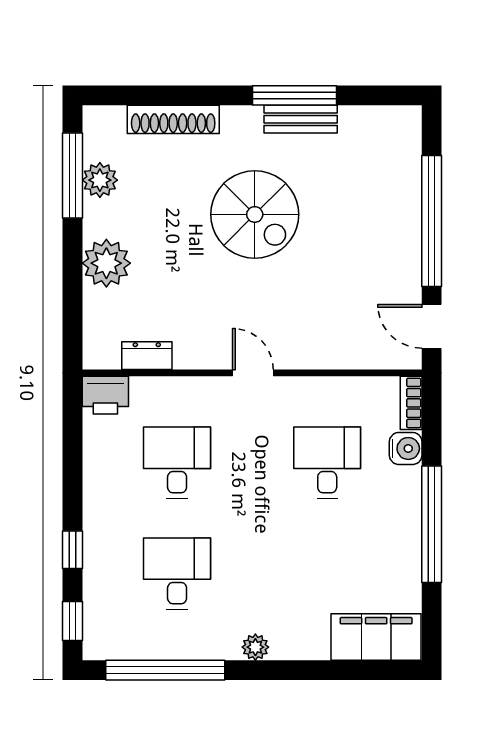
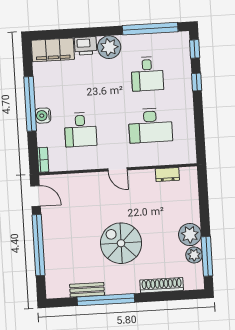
window: (295, 95) -> (106, 300), width x1.46
bench: (301, 119) -> (87, 290), moved
plant: (106, 263) -> (190, 235), moved
printer: (105, 395) -> (86, 46), moved, turned 180
water cooler: (406, 448) -> (43, 116), moved
desk: (177, 463) -> (150, 125), width x1.37
plant: (255, 647) -> (109, 47), width x1.88, depth x1.88

